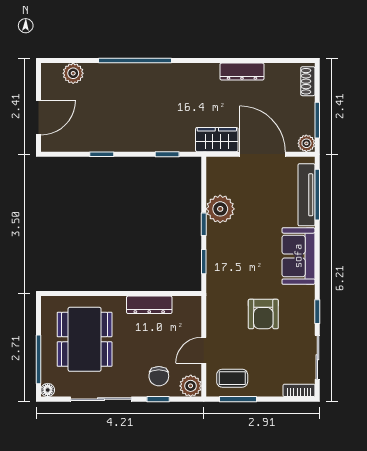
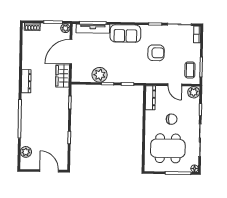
dresser: (242, 72) -> (26, 81), moved
dresser: (149, 305) -> (150, 98), moved
chair: (159, 376) -> (172, 119), moved

